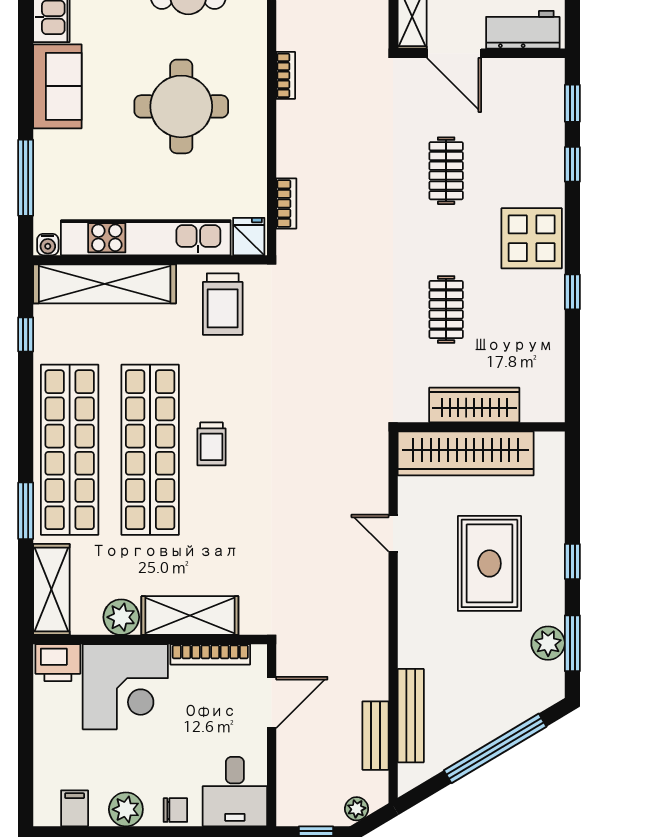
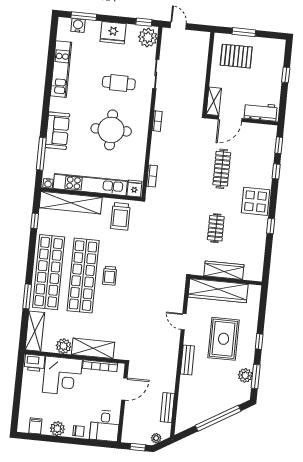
door: (454, 53) -> (230, 119), hinge flipped
sofa: (57, 86) -> (57, 131), moved
clothes rail: (446, 171) -> (222, 169), width x1.36
bench: (411, 716) -> (187, 360), moved, width x0.73

